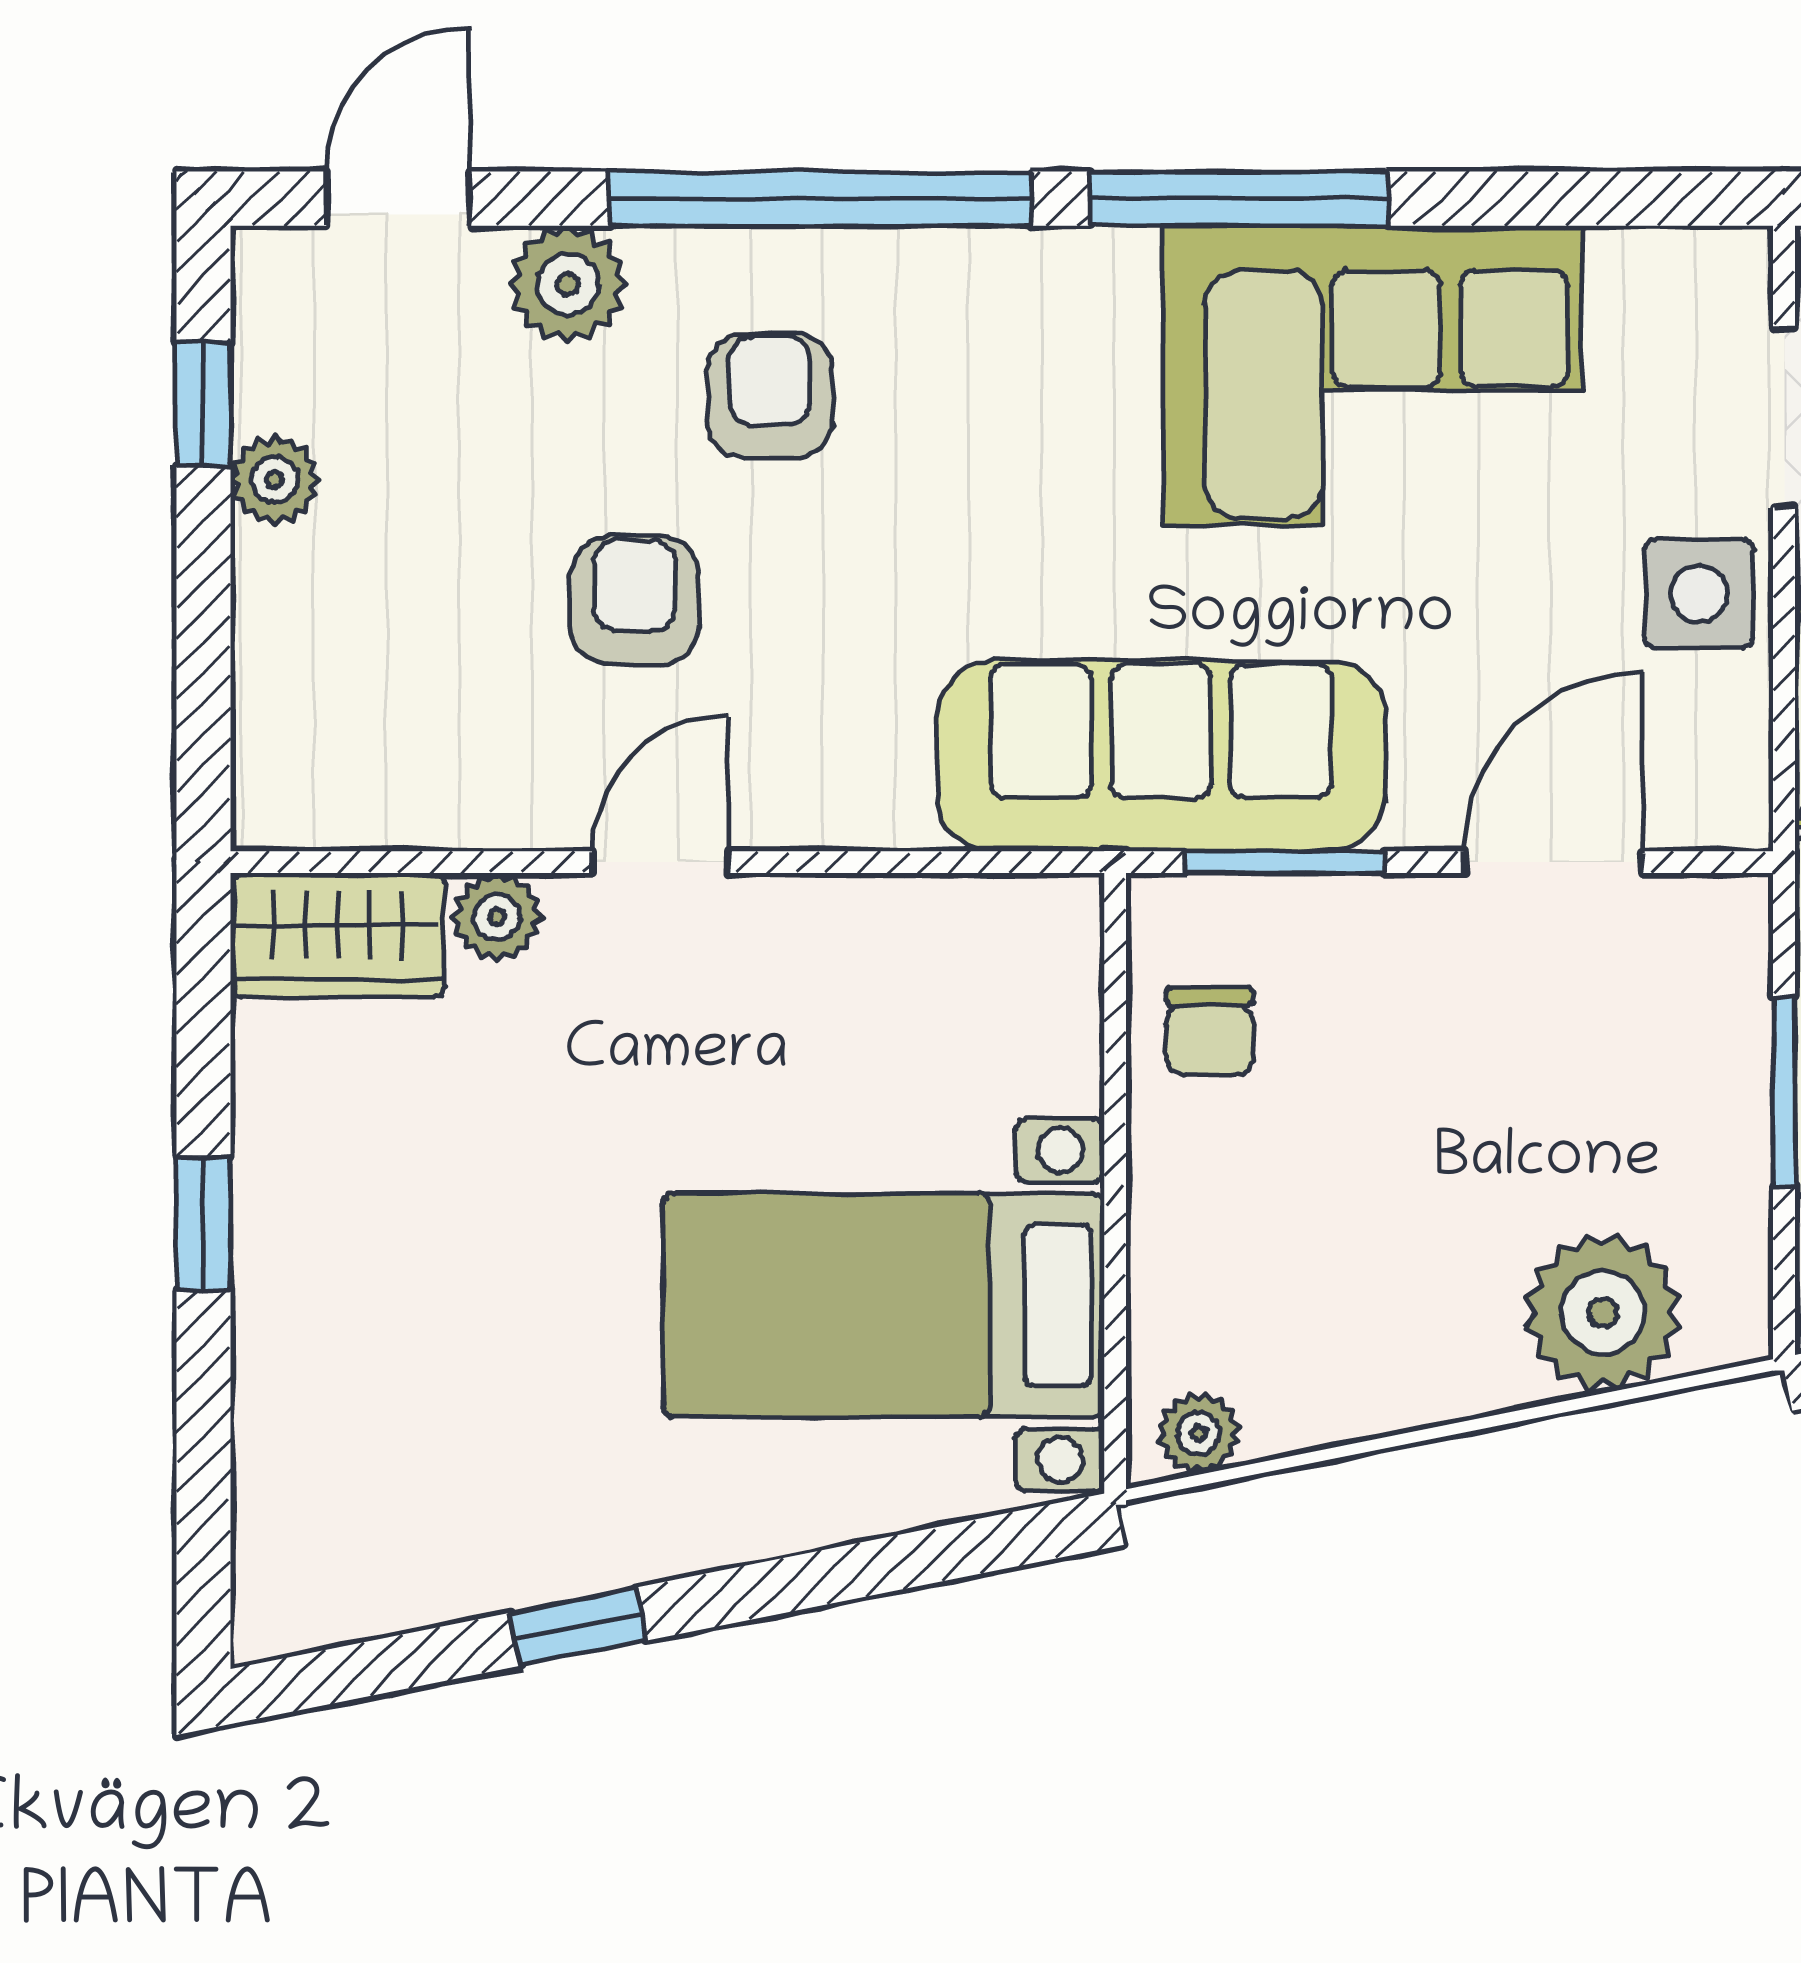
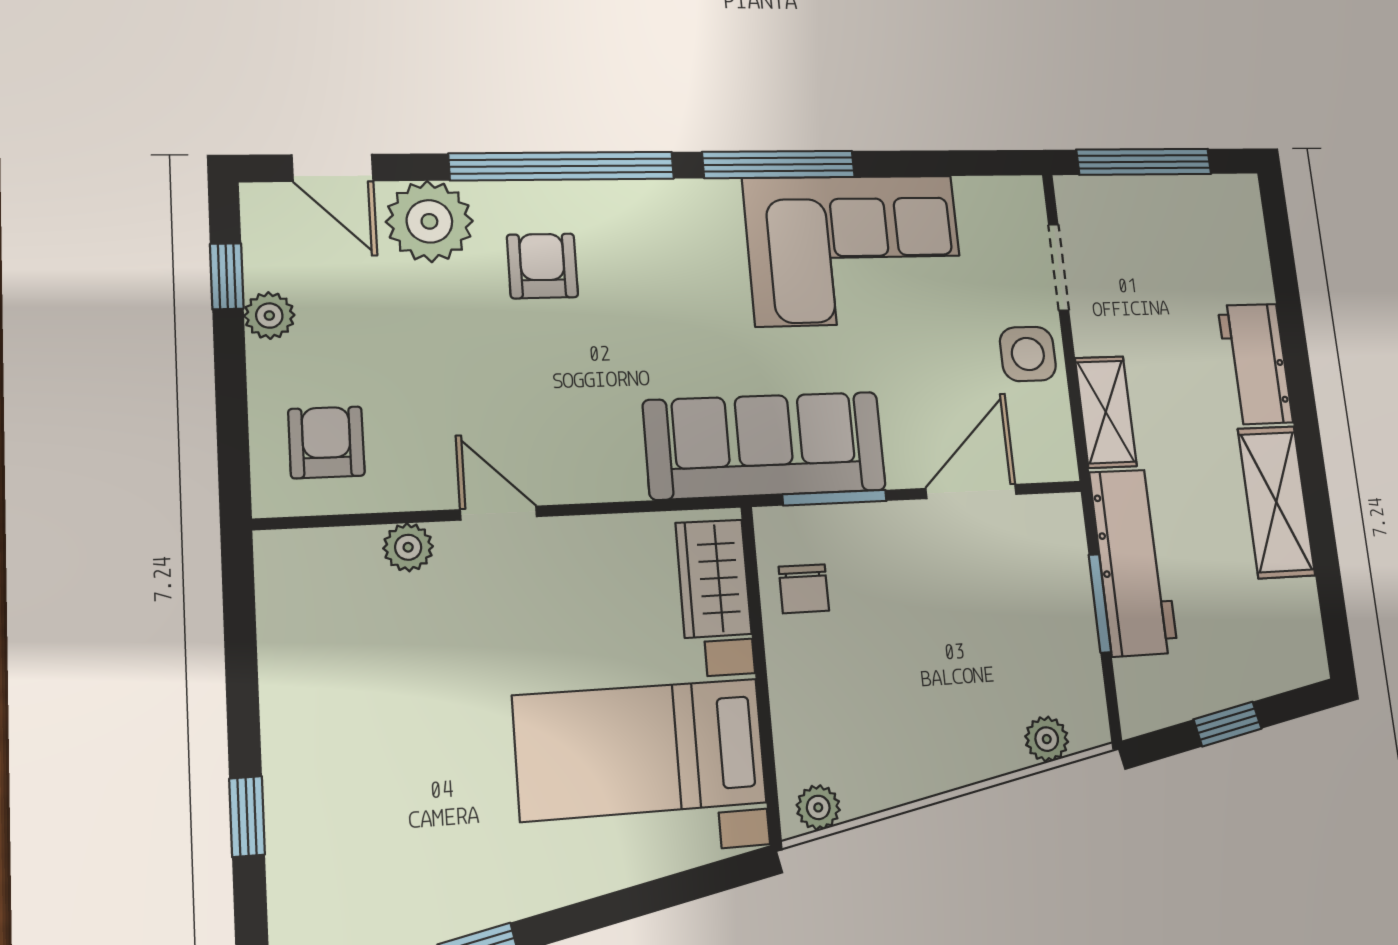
door: (398, 199) -> (333, 168), swing flipped
plant: (568, 284) -> (429, 221), width x1.36, depth x1.36
armchair: (634, 600) -> (326, 442), moved
door: (660, 862) -> (499, 513), hinge flipped
wardrobe: (337, 935) -> (713, 578), moved, turned 90
window: (203, 1224) -> (247, 817), moved
plant: (1603, 1313) -> (1047, 739), width x0.53, depth x0.53

